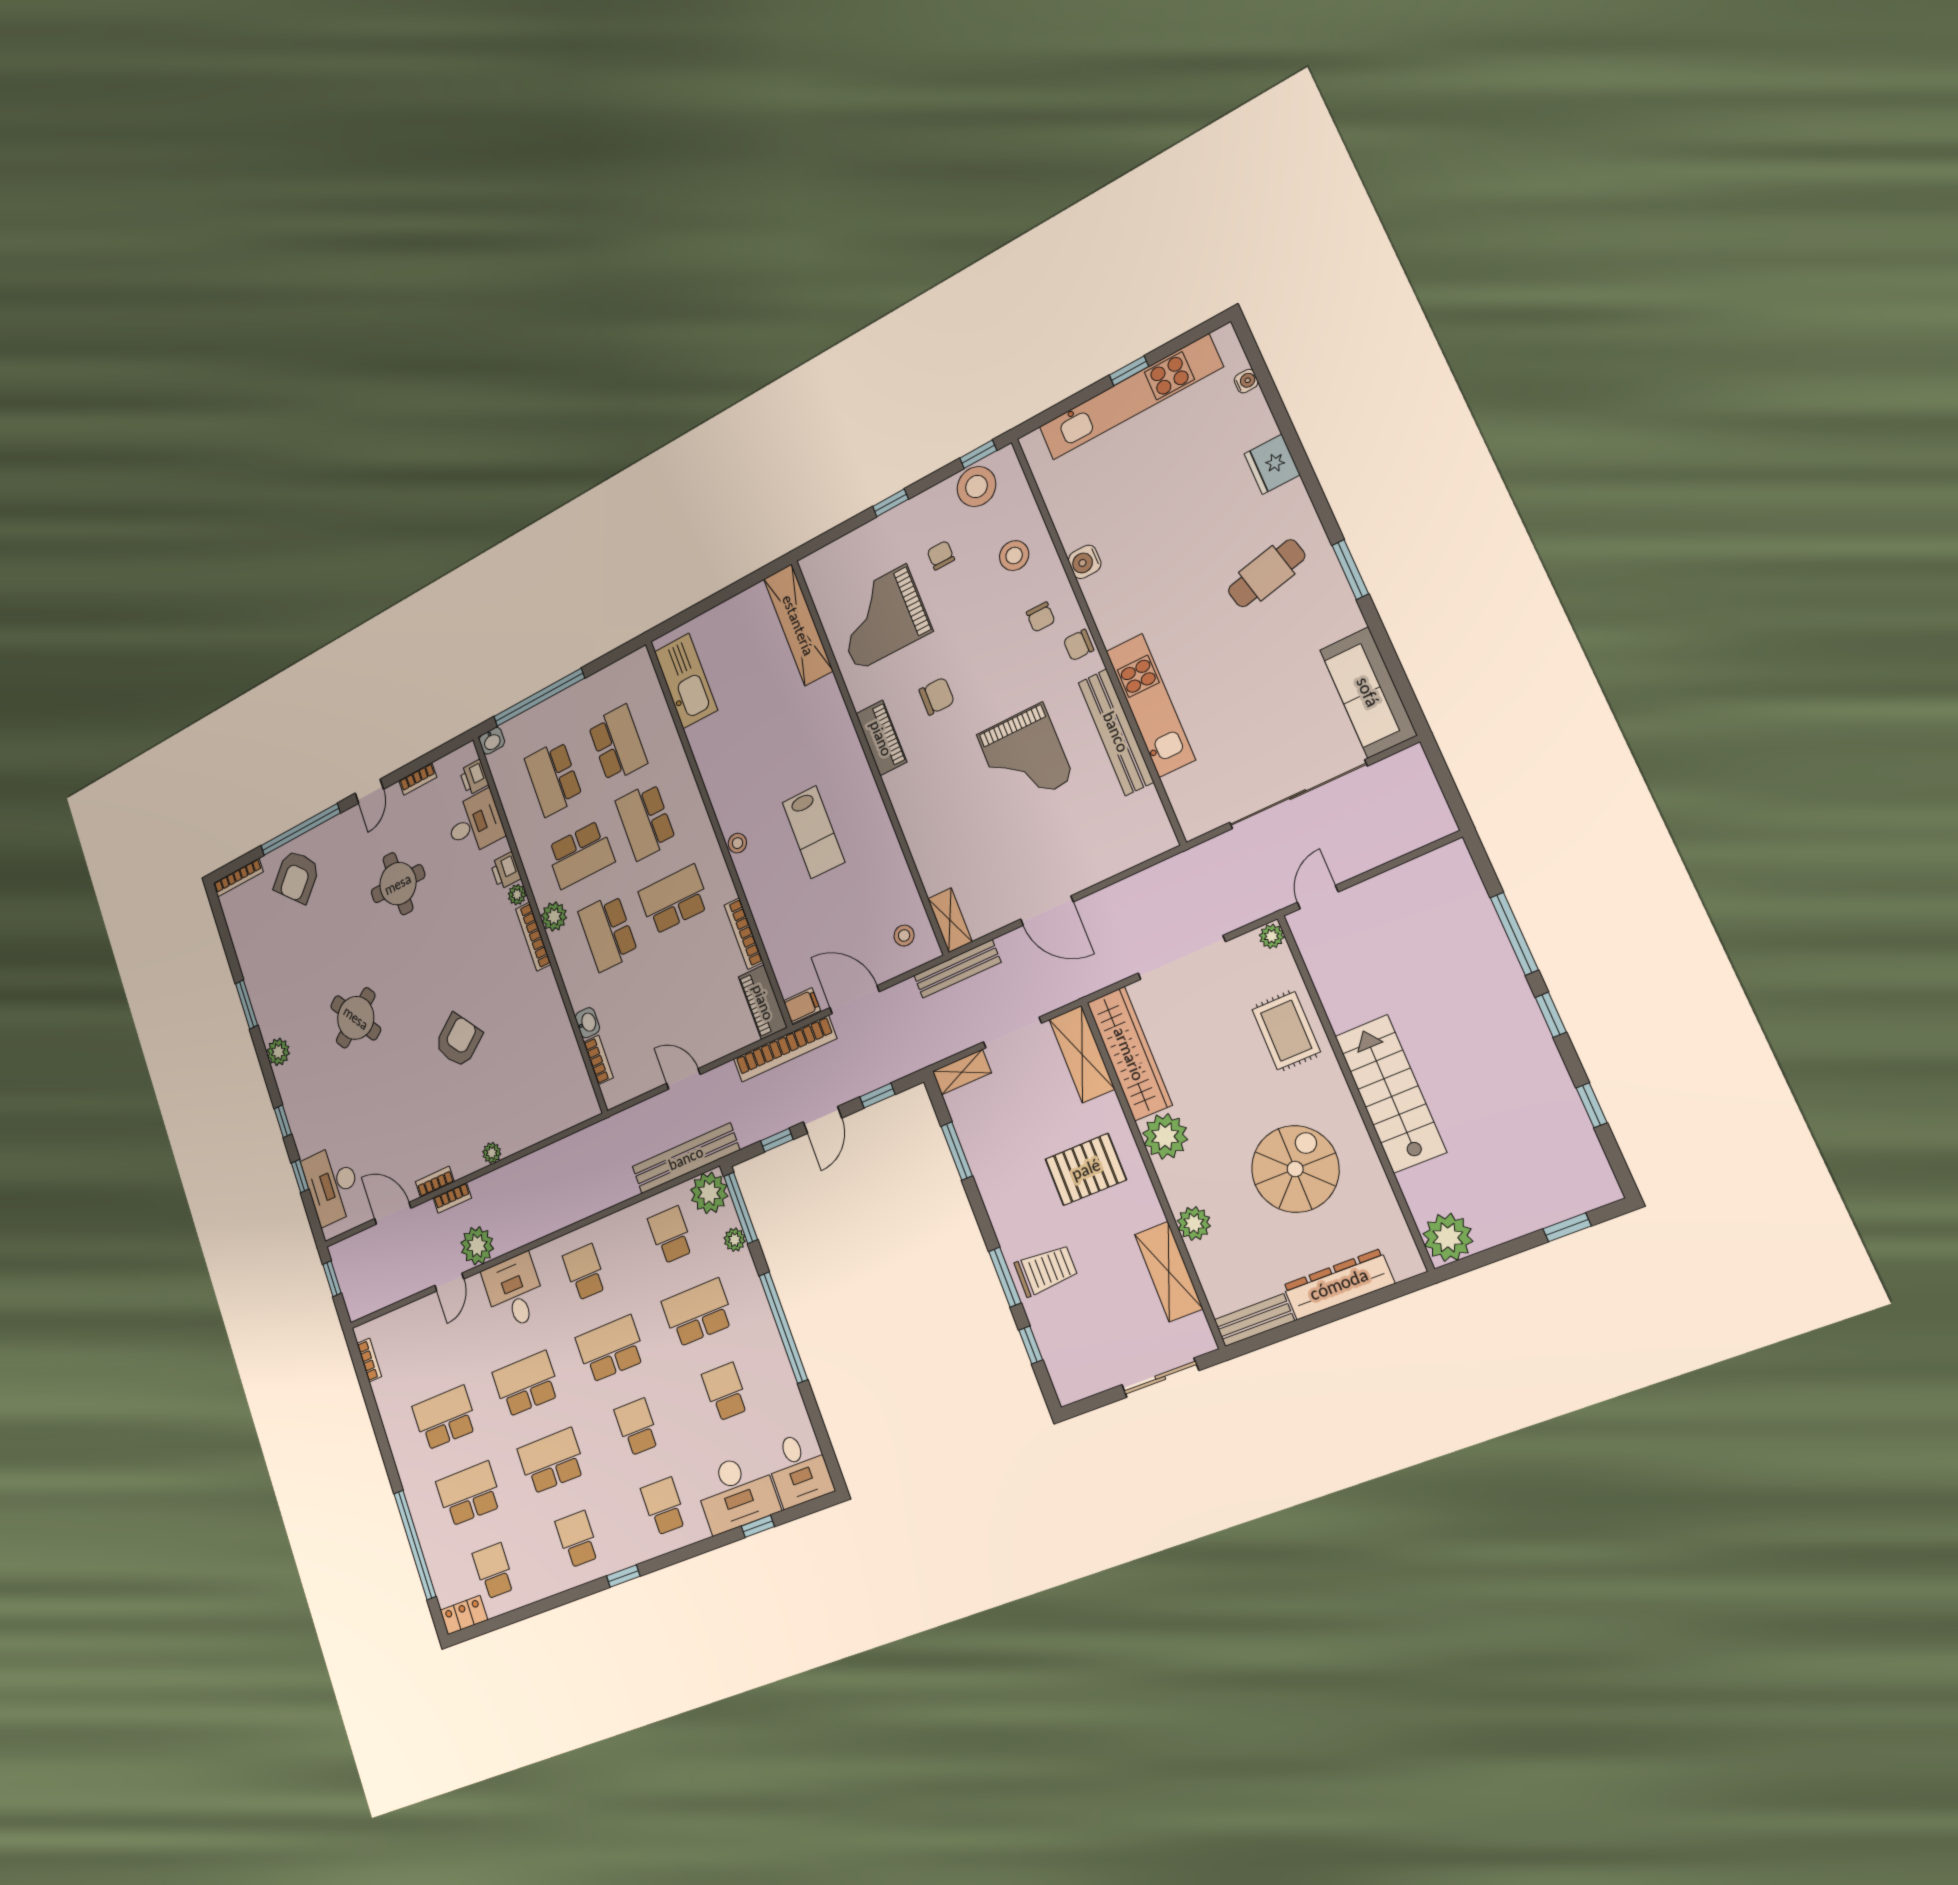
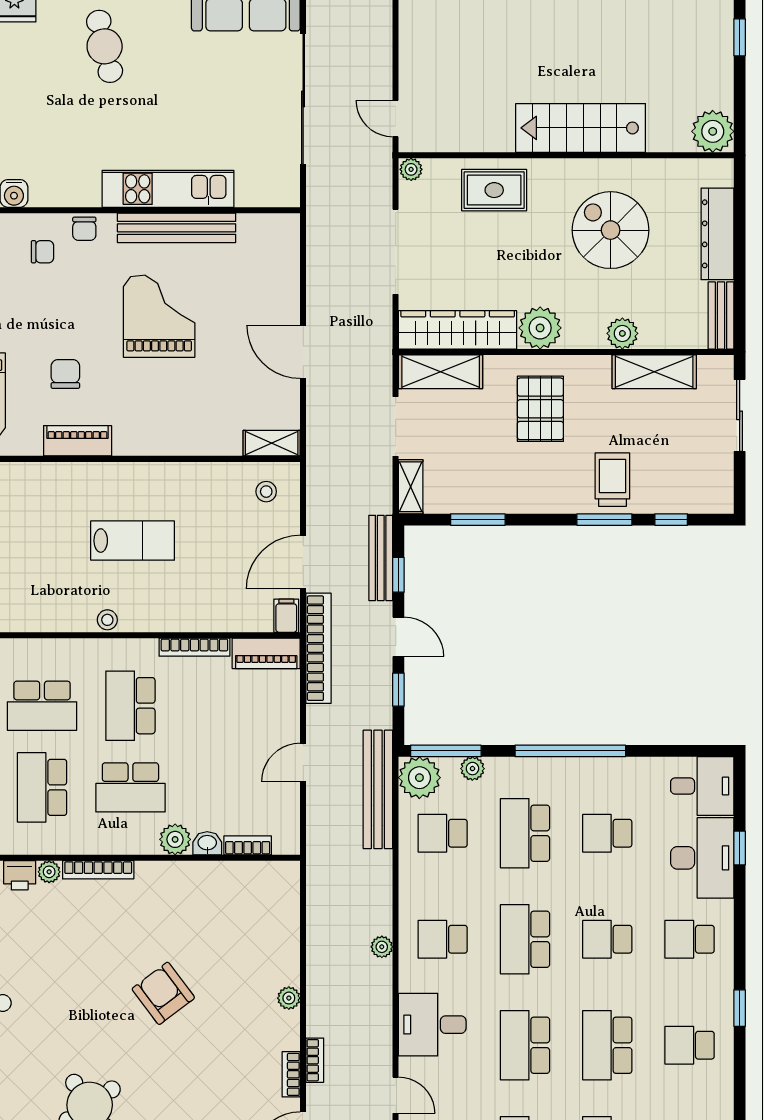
grand piano: (1025, 757) -> (159, 316), turned -90
school desk: (580, 855) -> (42, 787), turned 180
door: (1047, 911) -> (303, 352), swing flipped
plant: (554, 916) -> (175, 839), moved
bench: (957, 969) -> (381, 558), moved
plant: (477, 1246) -> (382, 947), moved, width x0.53, depth x0.53

